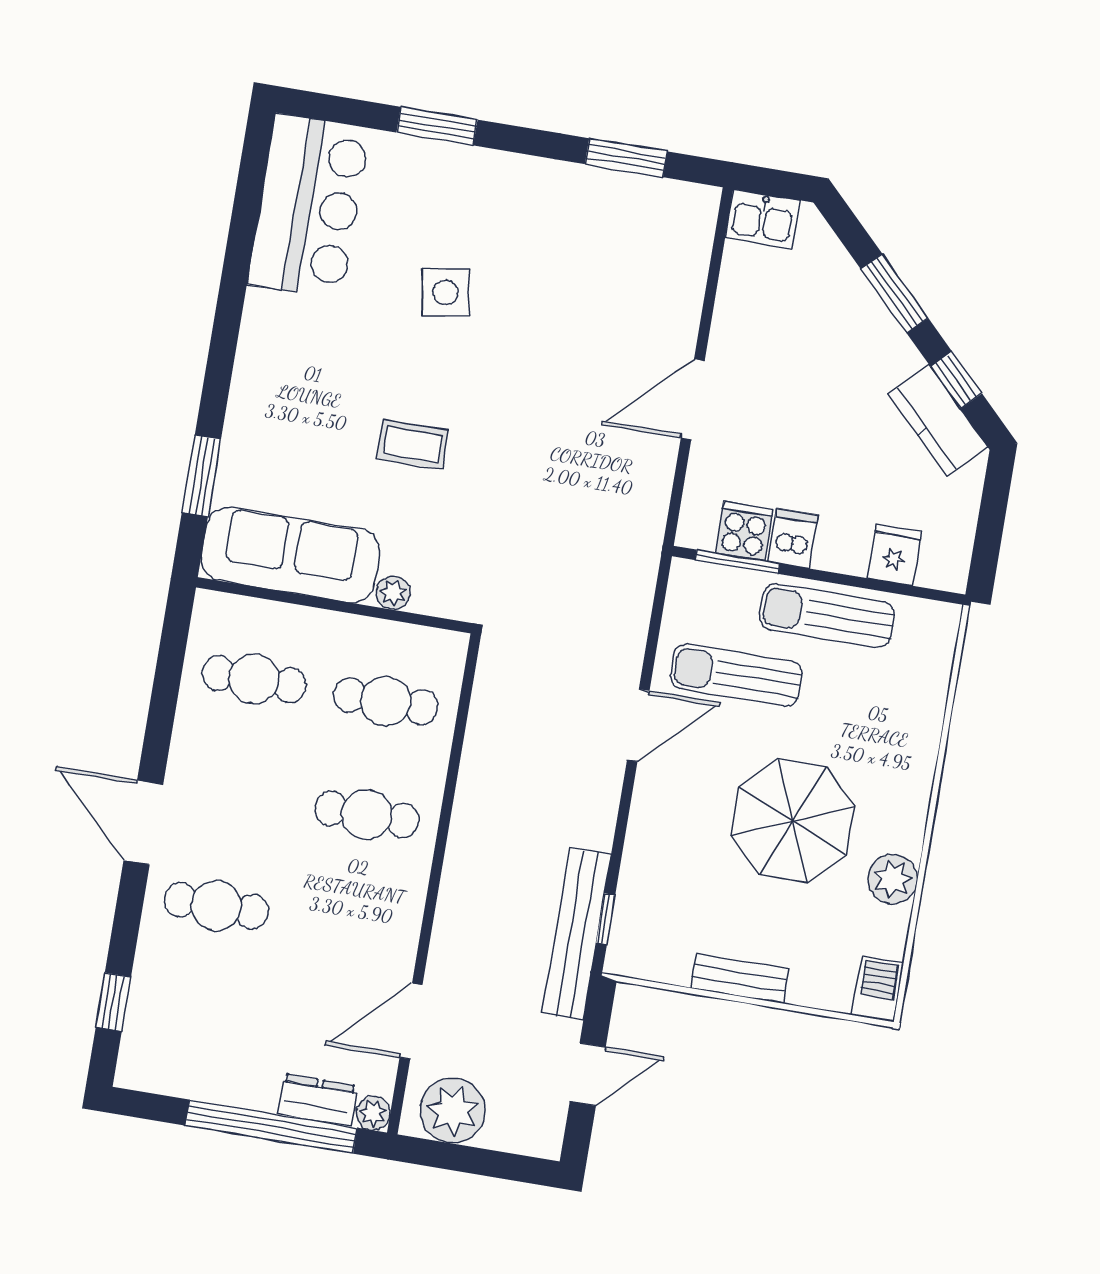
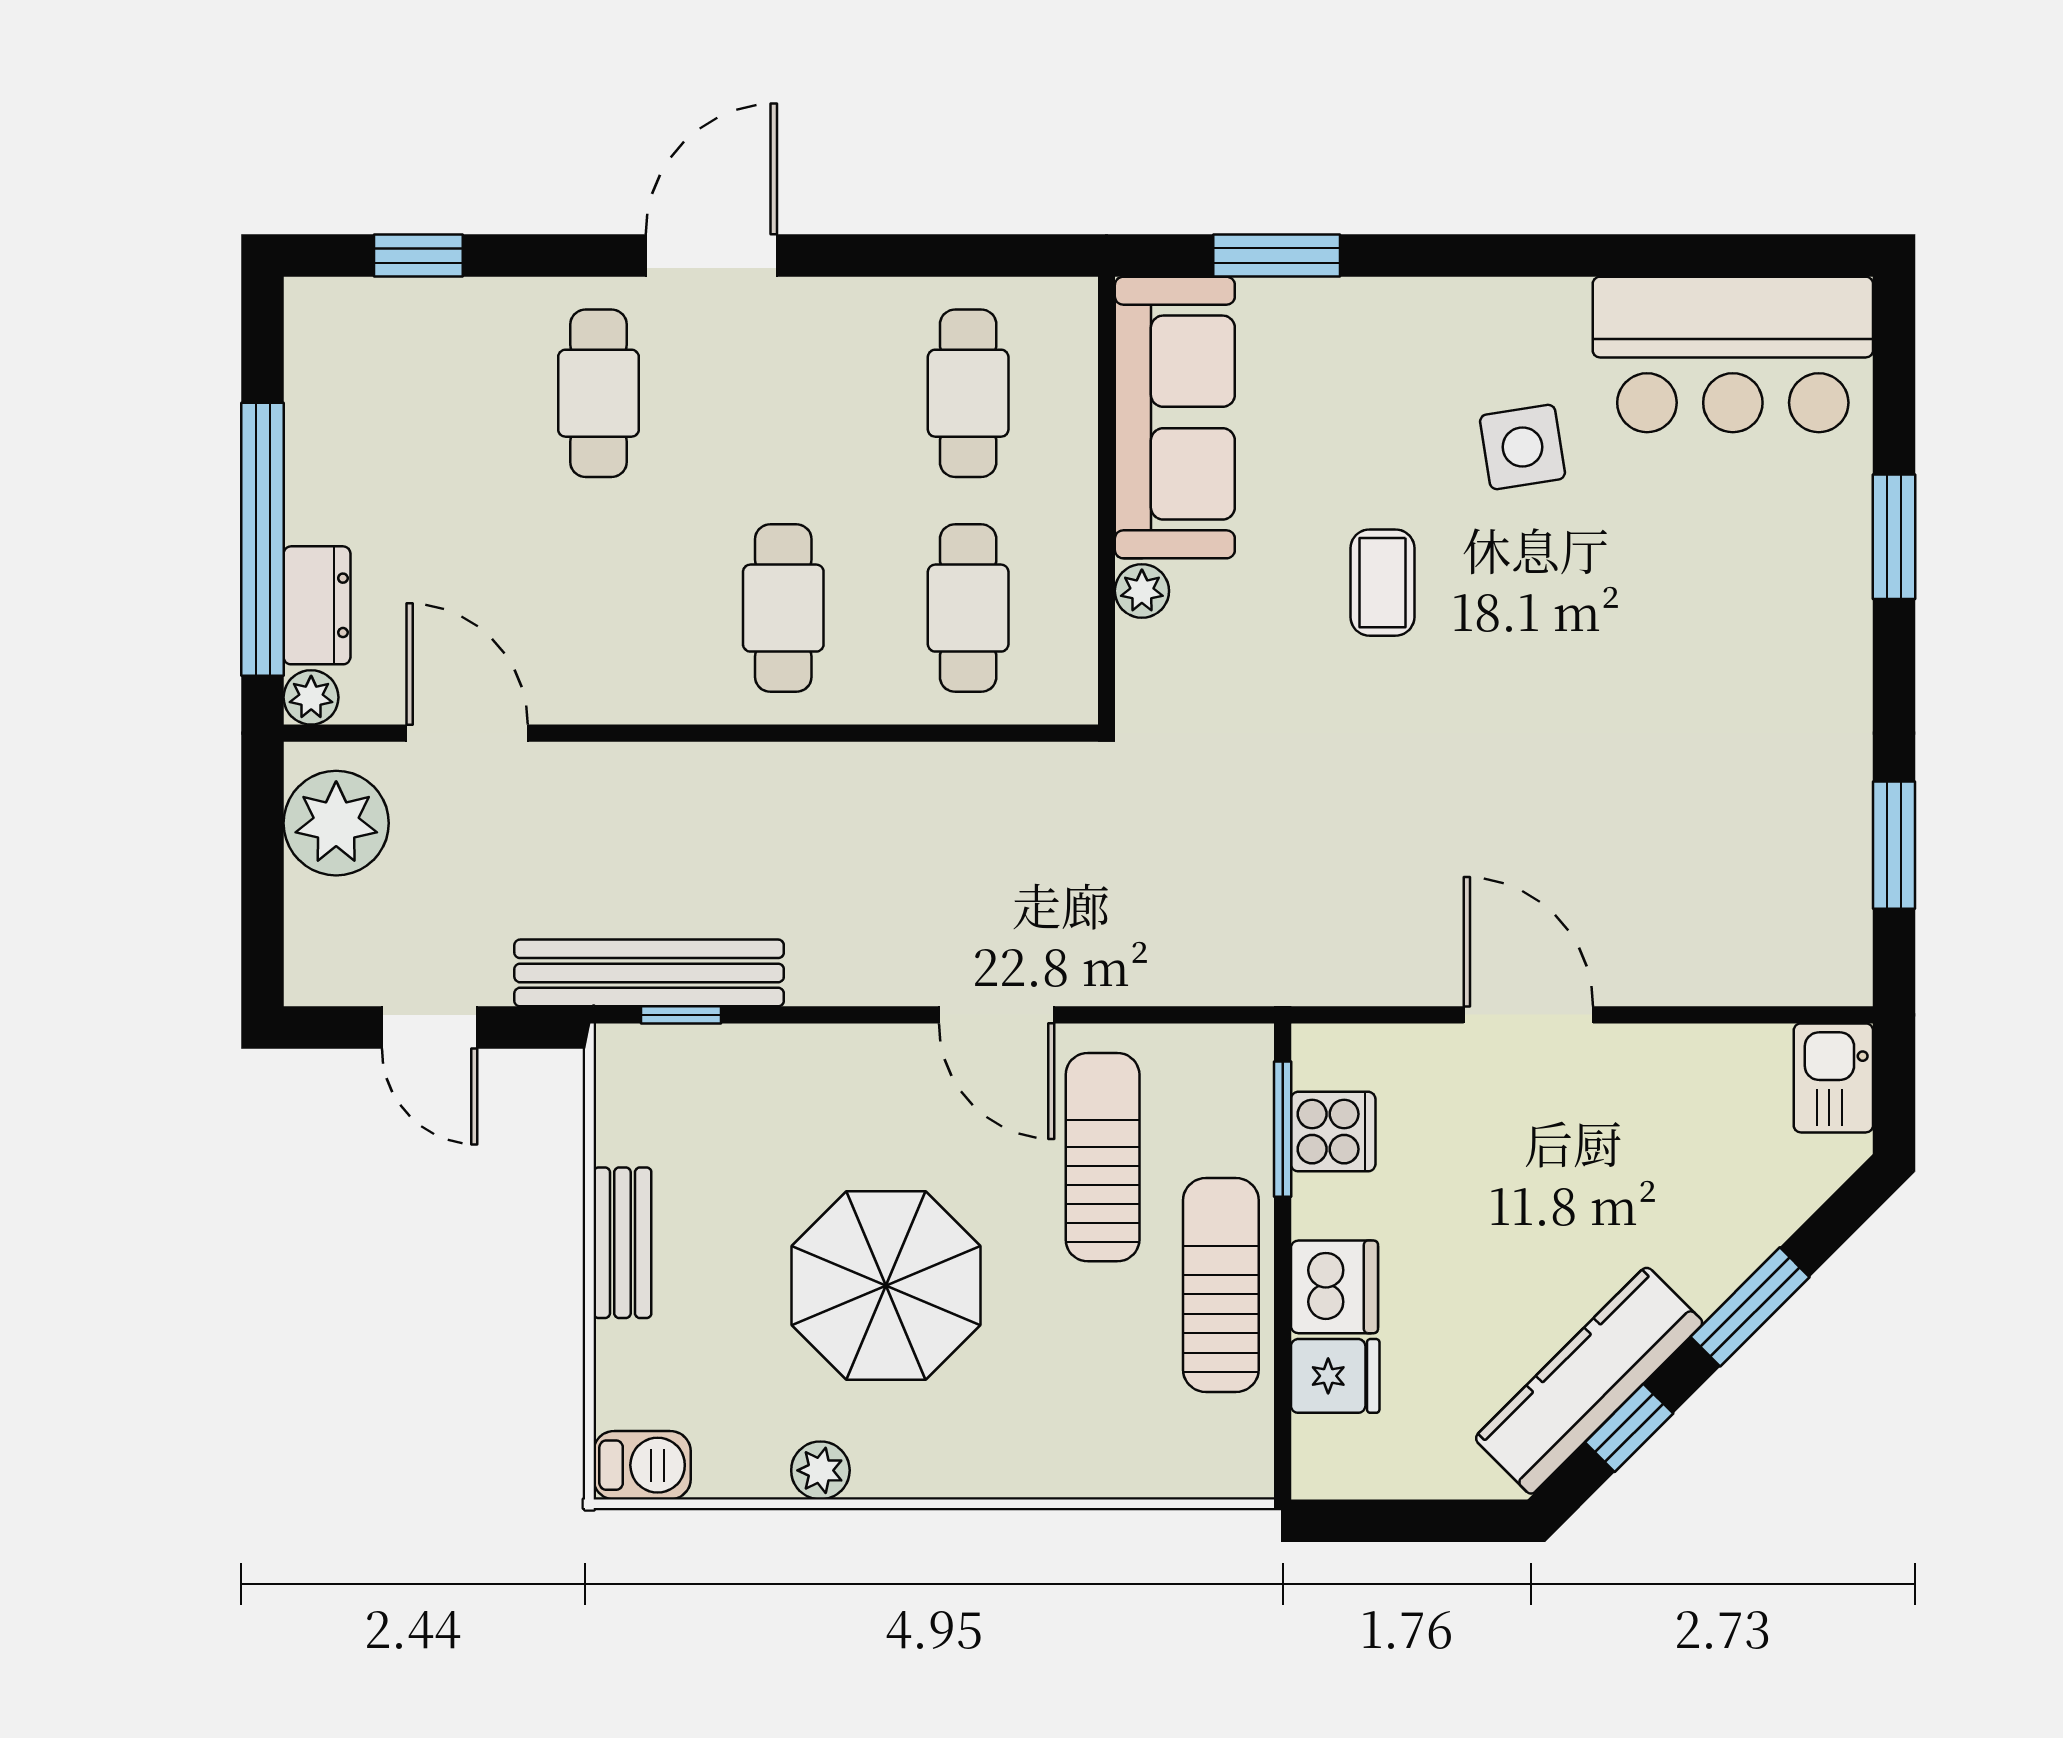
side table: (445, 292) -> (1522, 447), moved
kitchen counter: (938, 421) -> (1589, 1380), width x1.50
dishwasher: (793, 538) -> (1334, 1287), moved, width x1.38
plant: (893, 879) -> (820, 1470), width x0.73, depth x0.73

